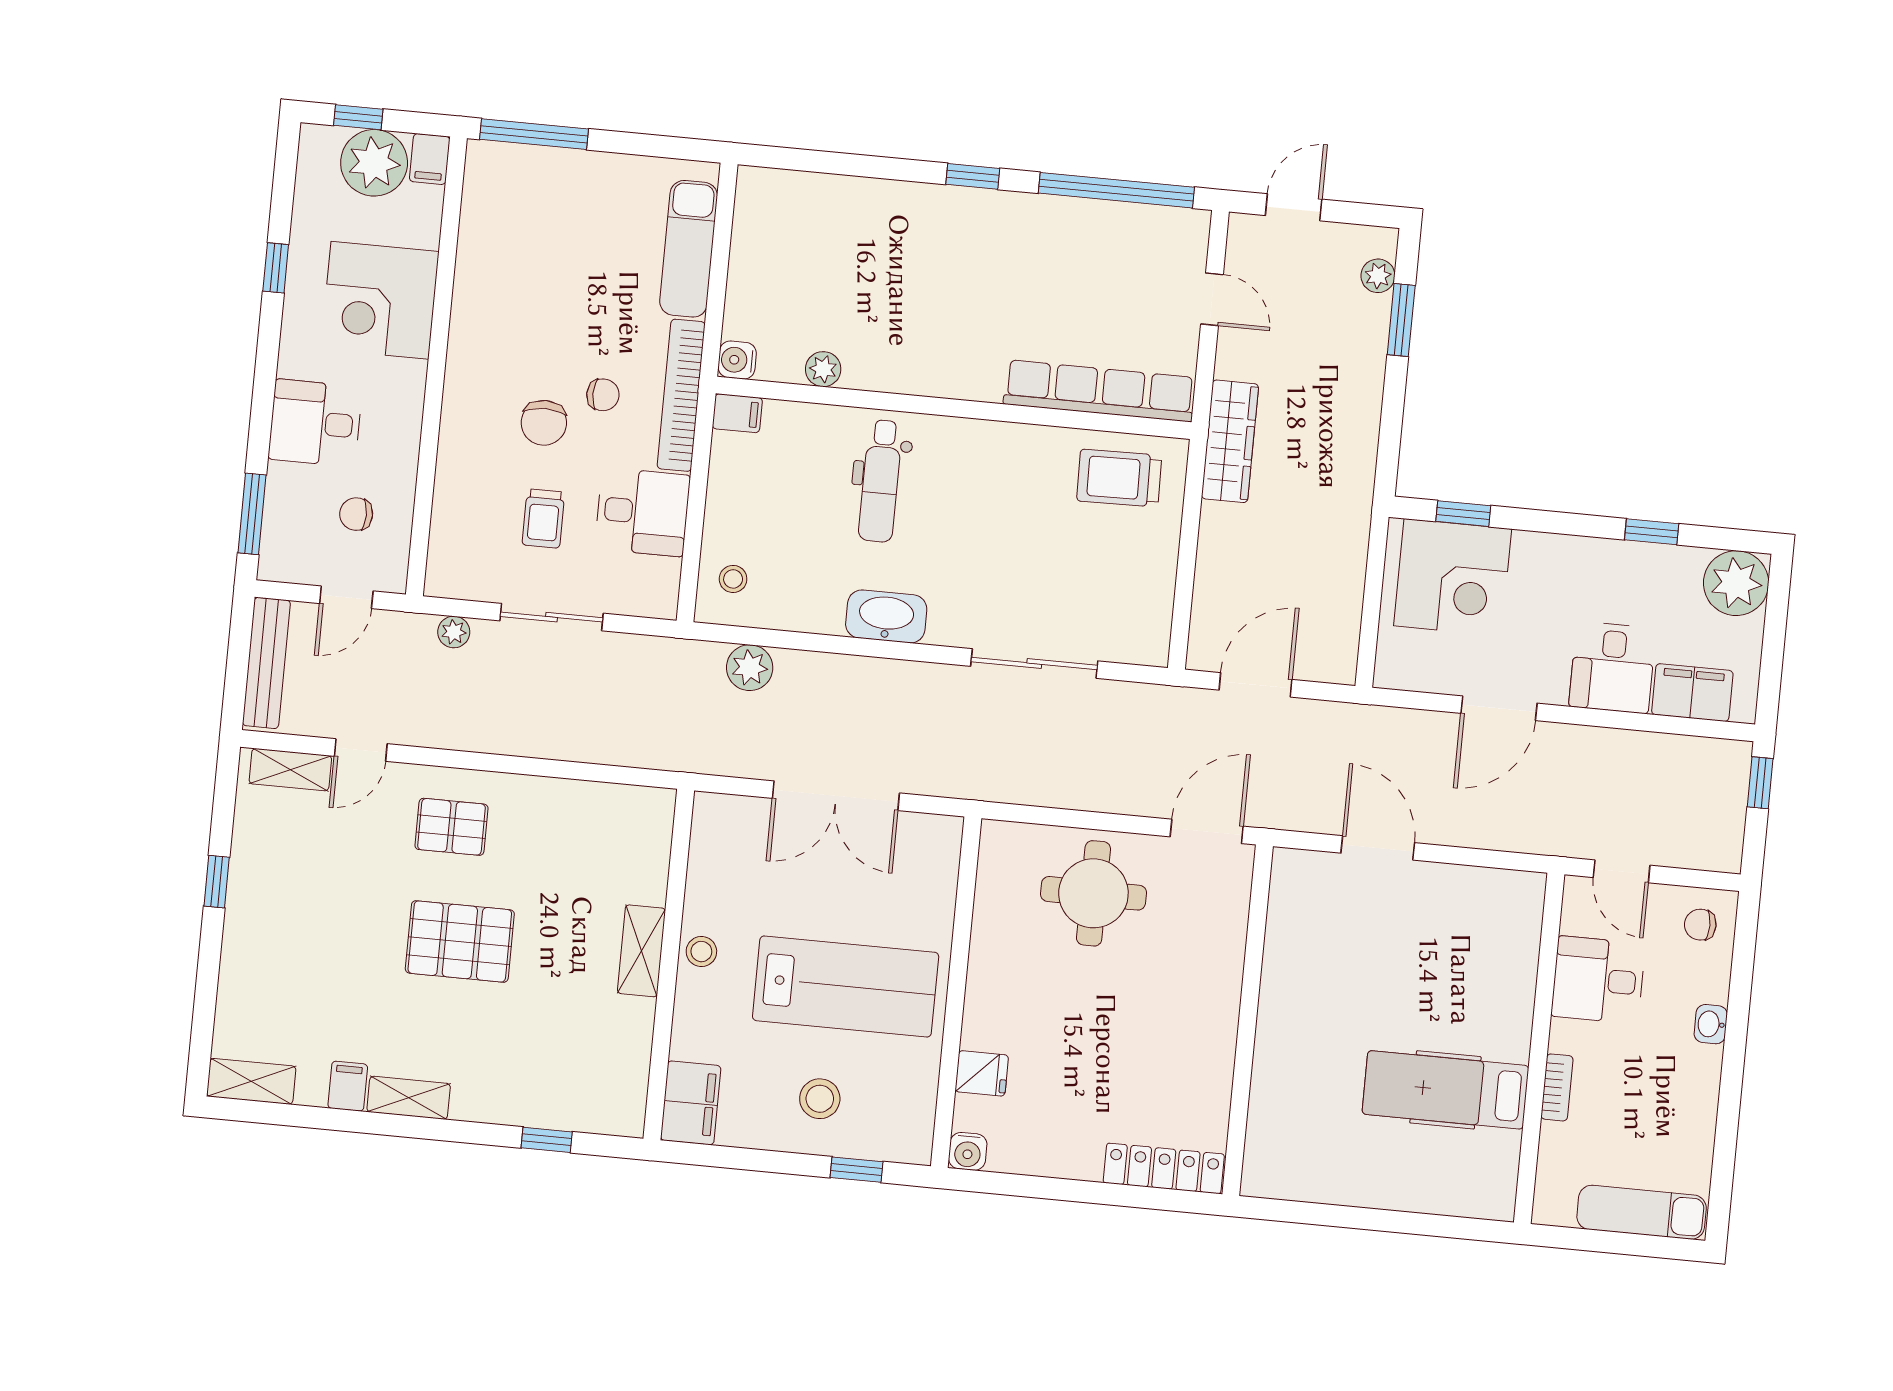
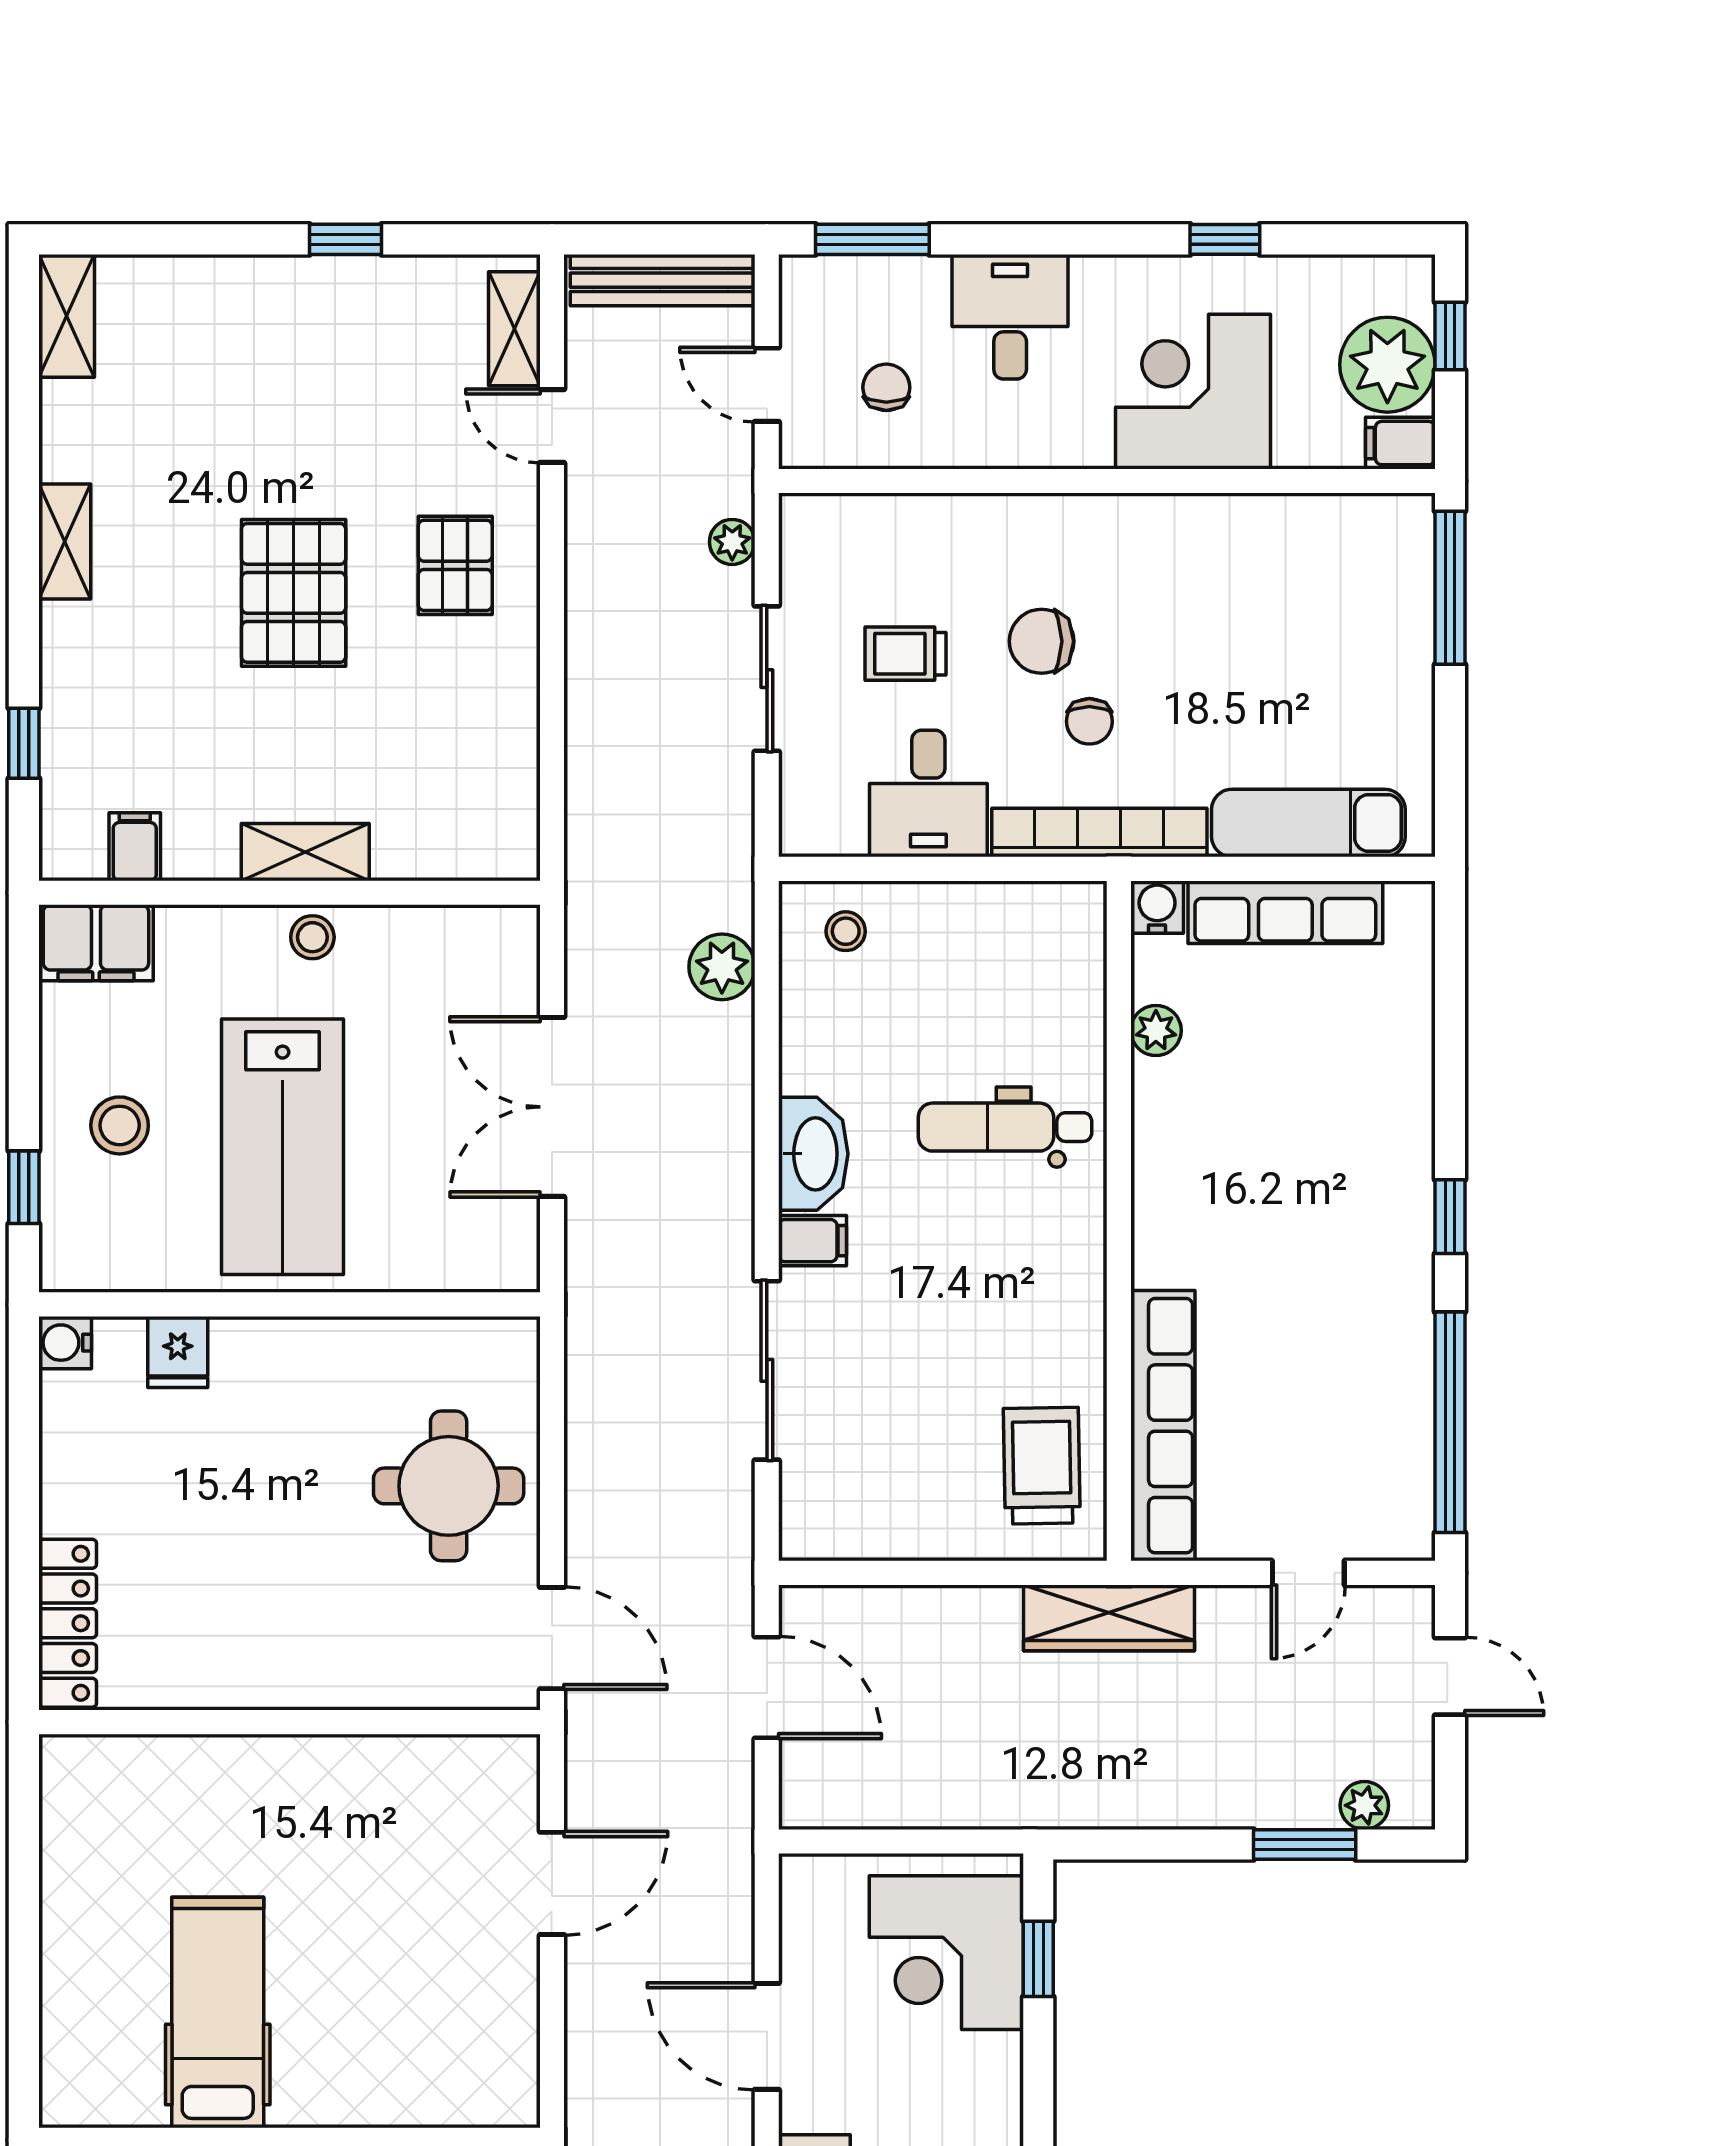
row of seats: (749, 271) -> (1285, 912), added
filing cabinet: (737, 413) -> (813, 1241), moved, turned -90
filing cabinet: (348, 1086) -> (135, 847), moved, turned -90

